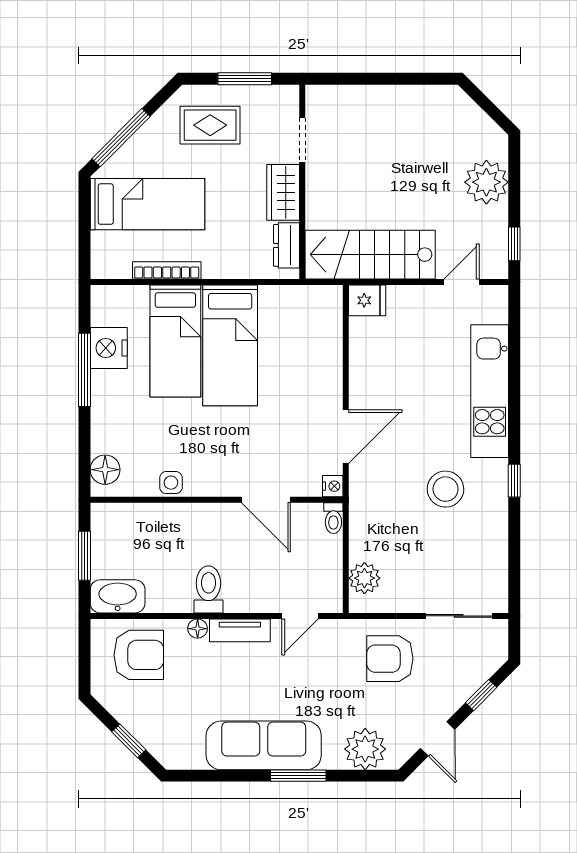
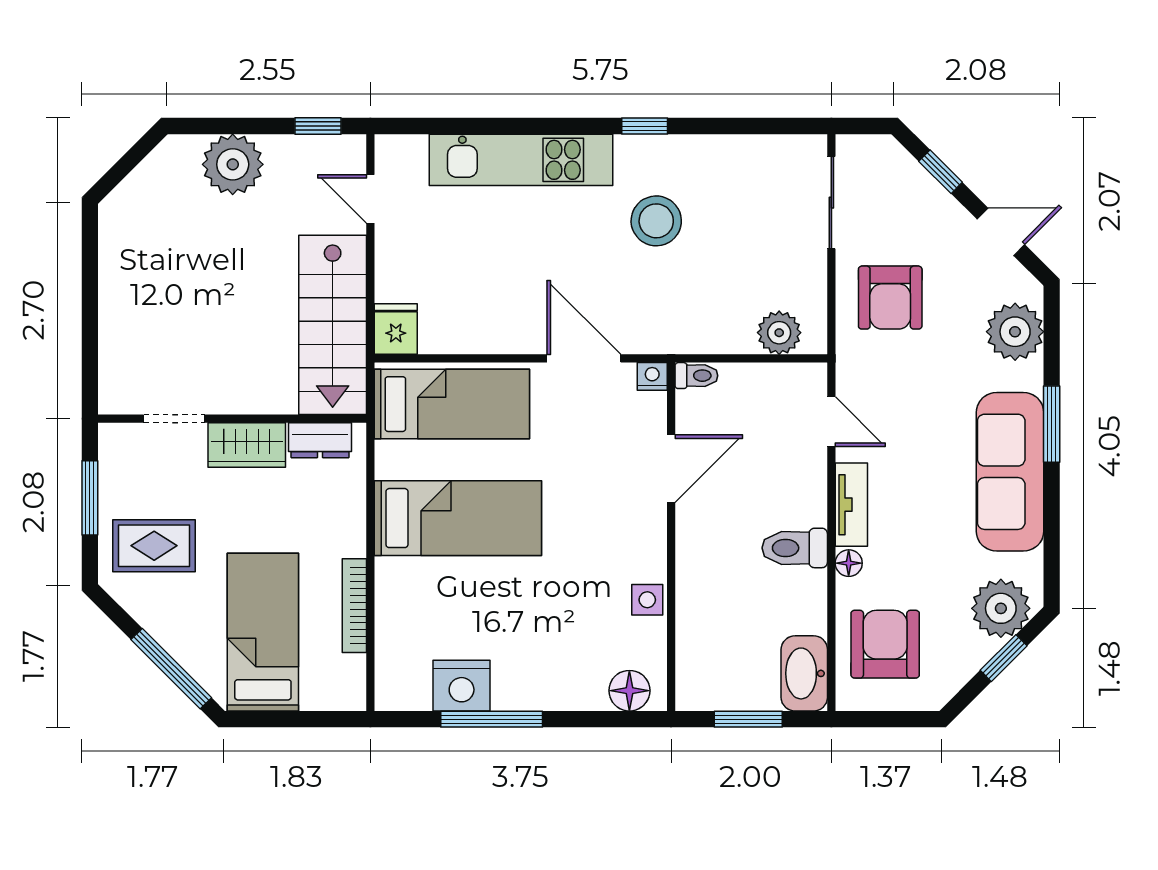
rug: (210, 125) -> (154, 546), turned 90
bed: (175, 341) -> (452, 404), moved
plant: (165, 739) -> (1001, 608), added

